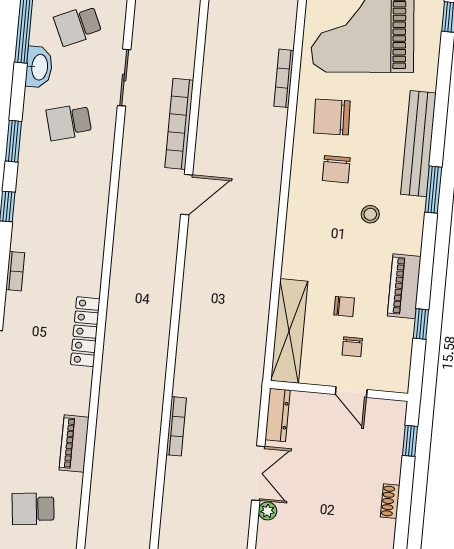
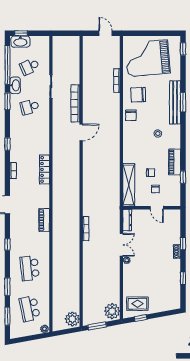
window: (13, 141) -> (7, 101), moved
chair: (336, 169) -> (131, 115), moved
window: (433, 190) -> (183, 102), moved
locker: (85, 332) -> (44, 169), moved
window: (410, 441) -> (183, 244), moved
piano: (74, 444) -> (44, 220), moved
school desk: (33, 509) -> (30, 268), width x1.85

